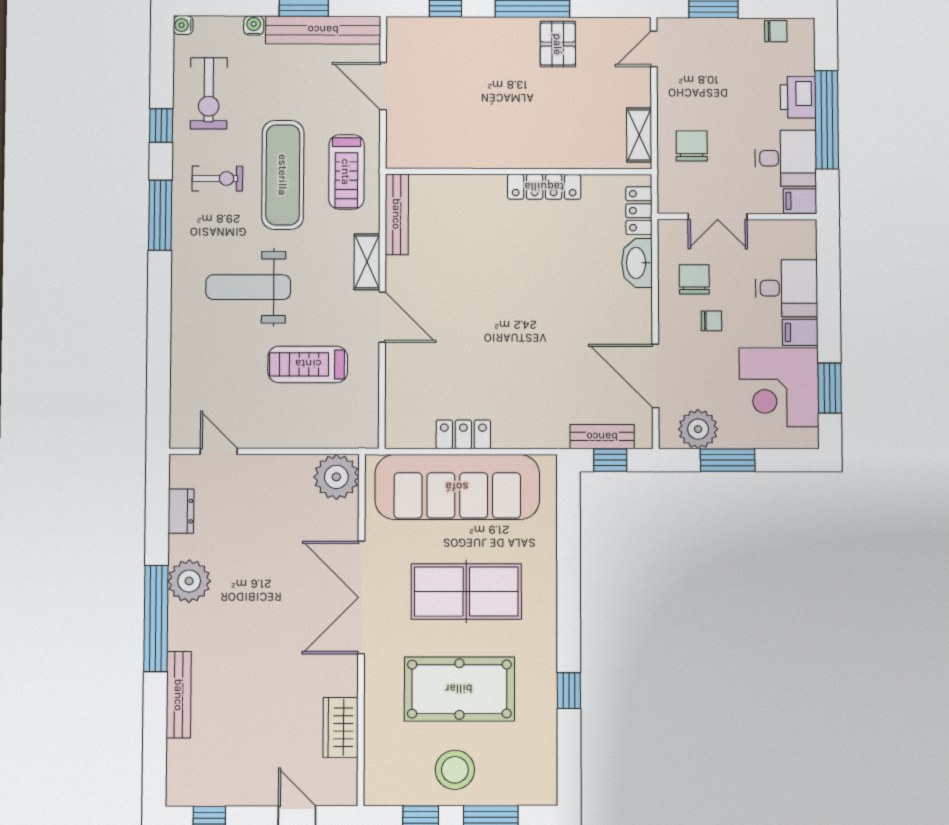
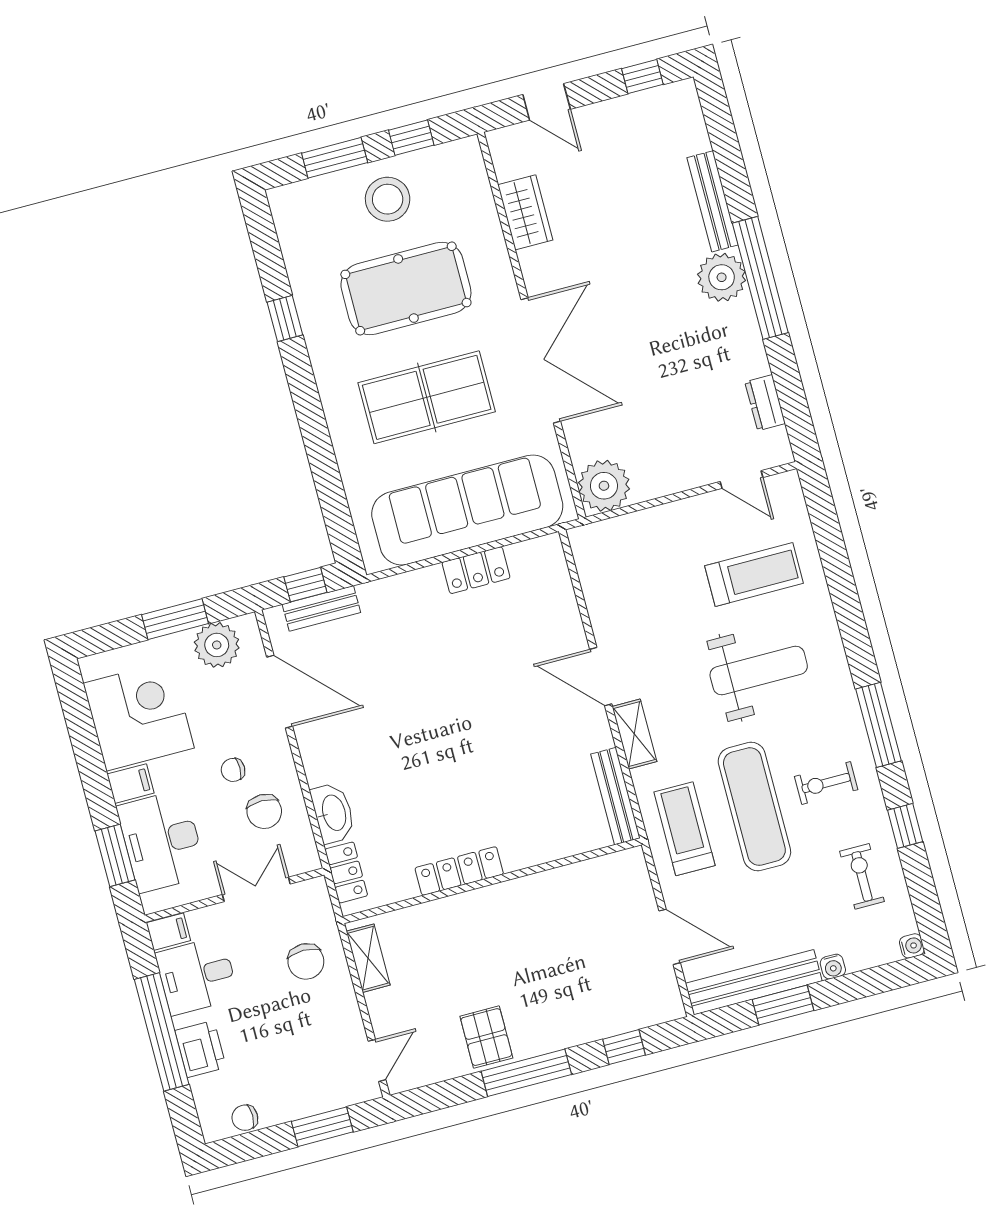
exercise bike: (209, 93) -> (862, 876), width x0.73, depth x0.72
desk: (786, 288) -> (162, 841), width x1.37
treadmill: (308, 364) -> (754, 575), moved
window: (830, 388) -> (115, 855), moved
plant: (189, 581) -> (722, 277), moved

